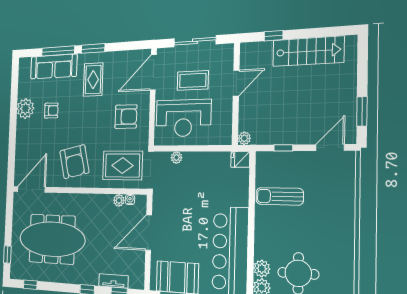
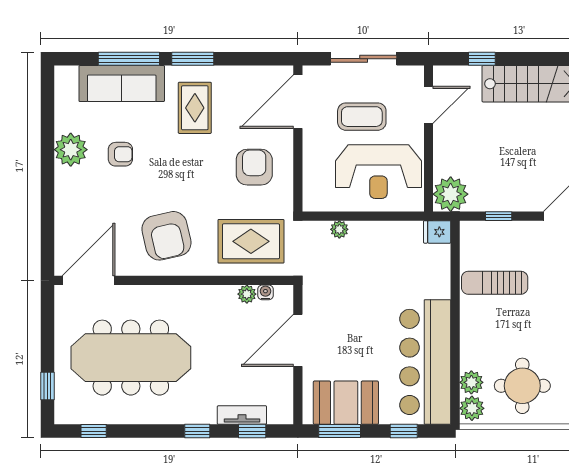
door: (236, 83) -> (429, 105), moved
armchair: (126, 117) -> (254, 167), turned -90
reception desk: (183, 118) -> (378, 172), moved
plant: (244, 138) -> (451, 194), width x1.88, depth x1.88

